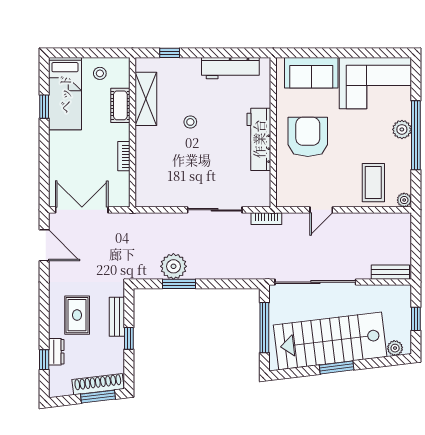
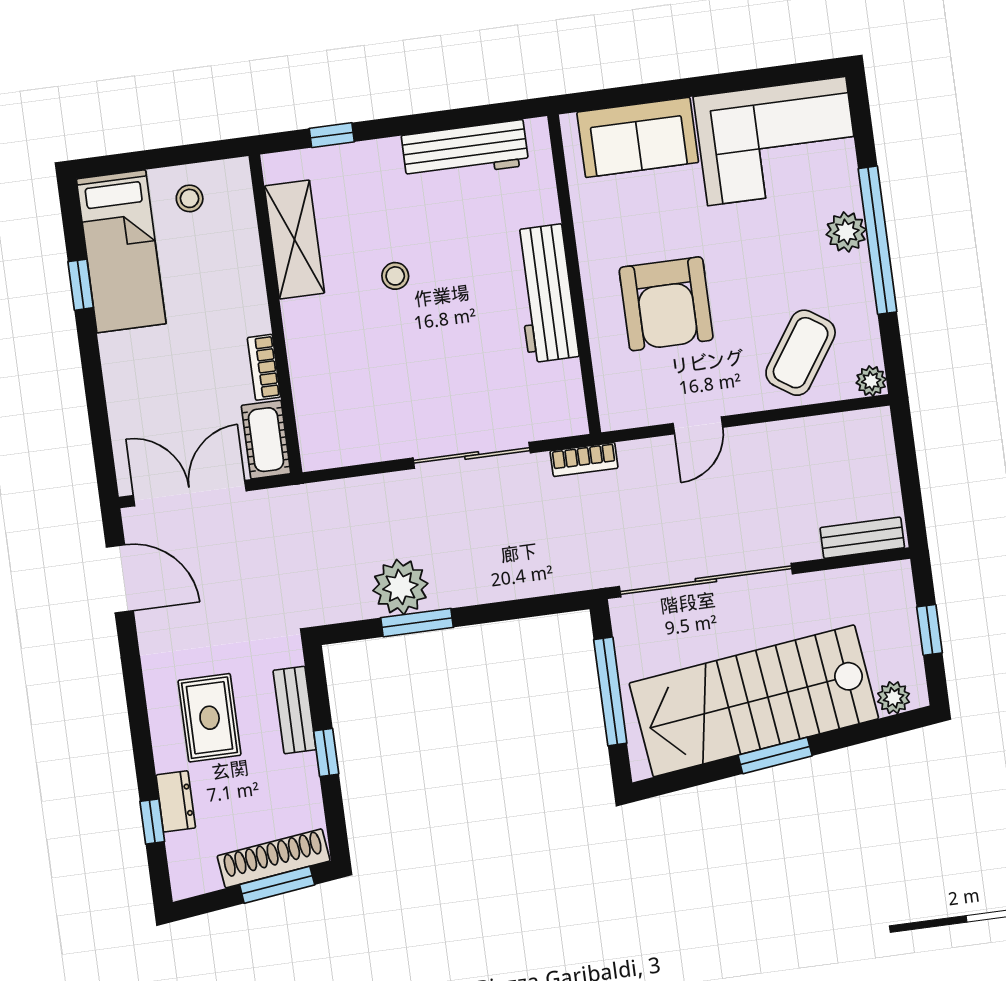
cot: (120, 105) -> (266, 440), moved
armchair: (308, 137) -> (666, 304), moved, turned 180
coffee table: (373, 183) -> (801, 353), turned 34

